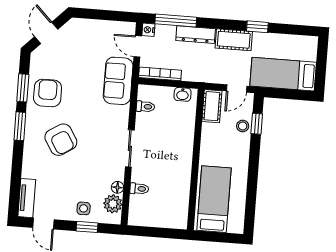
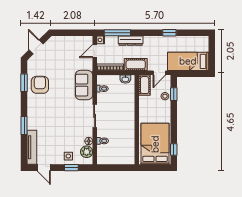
cot: (234, 40) -> (136, 64), moved
door: (138, 46) -> (95, 51), hinge flipped
sofa: (118, 81) -> (84, 85), moved
window: (20, 126) -> (24, 125), moved
armchair: (61, 140) -> (51, 114), removed
tv unit: (27, 198) -> (32, 147), width x1.41
bed: (214, 199) -> (155, 144), width x1.50
window: (250, 211) -> (174, 150), added

